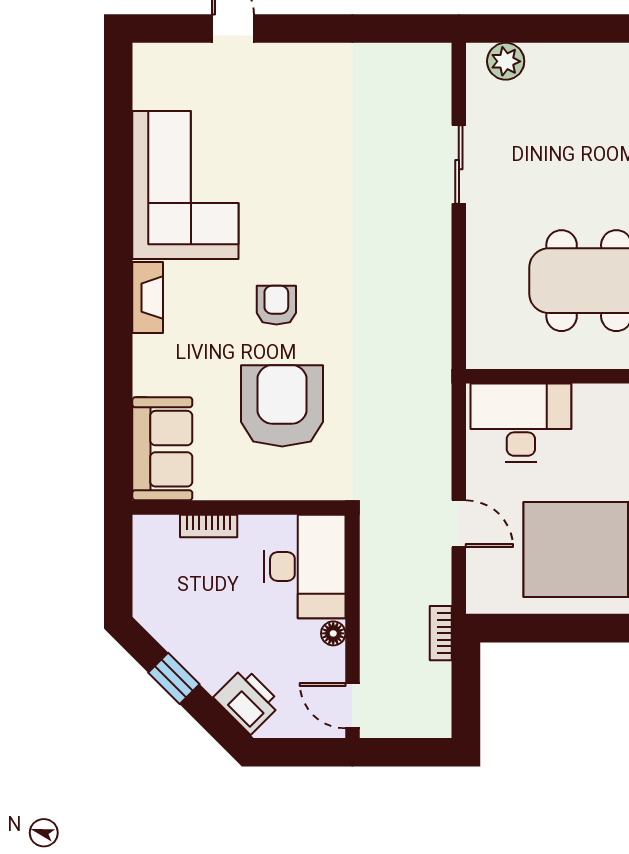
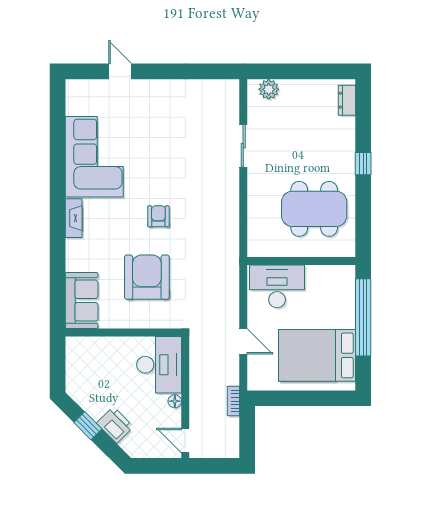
armchair: (276, 305) -> (158, 216), moved
bookcase: (209, 526) -> (107, 343), removed
printer: (247, 701) -> (115, 425), moved

